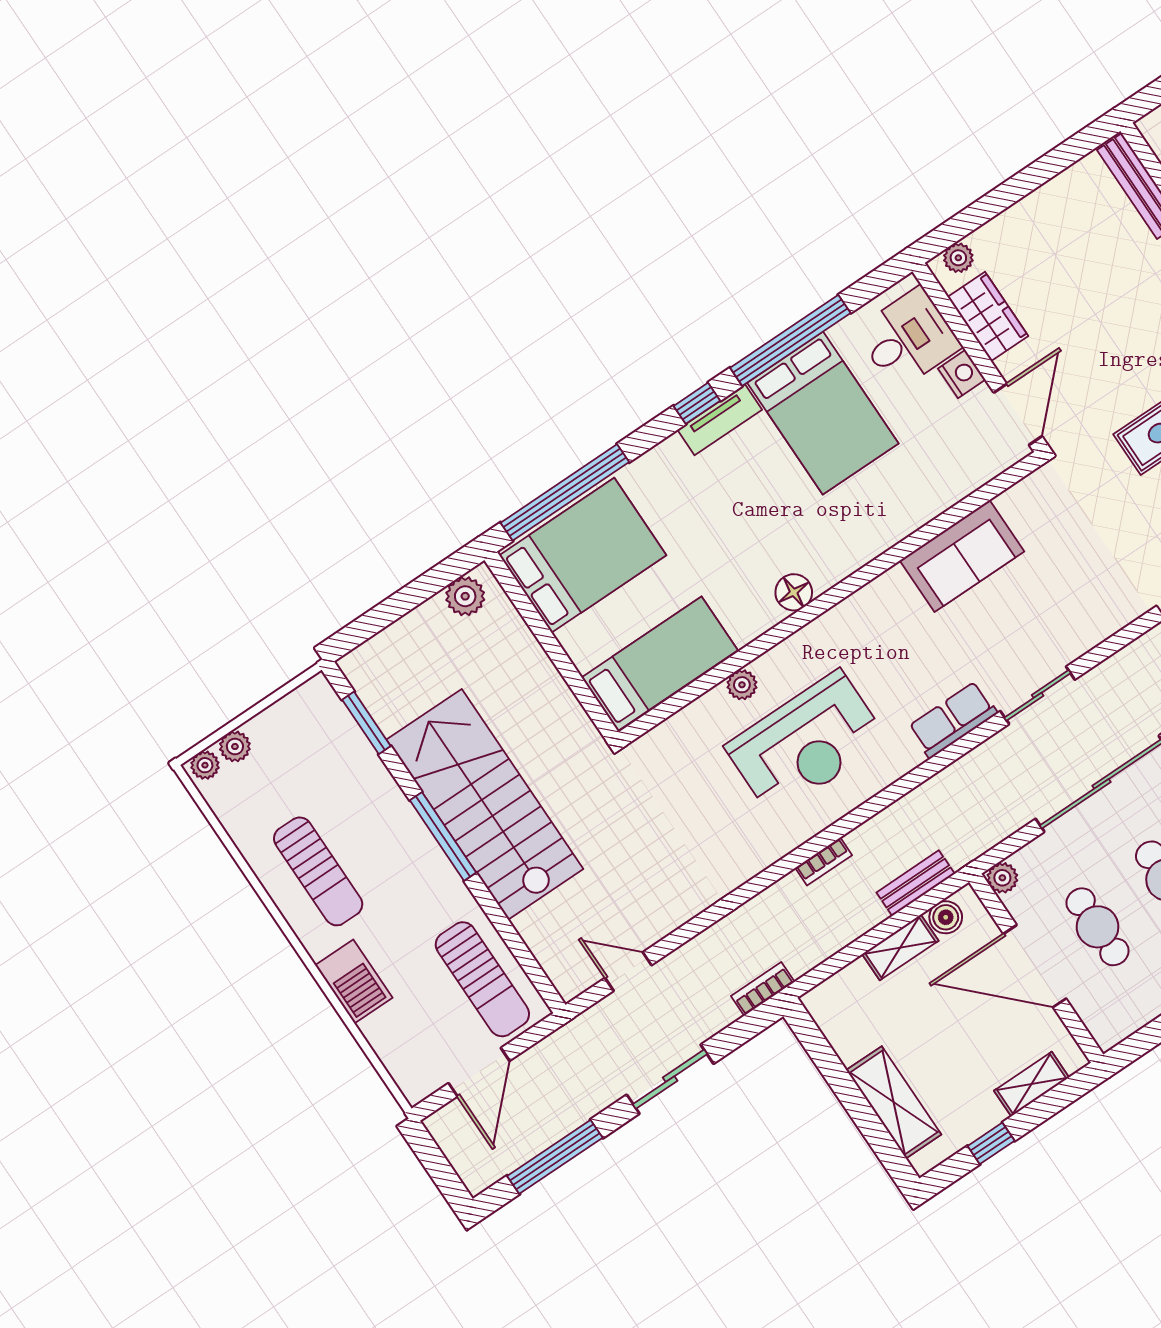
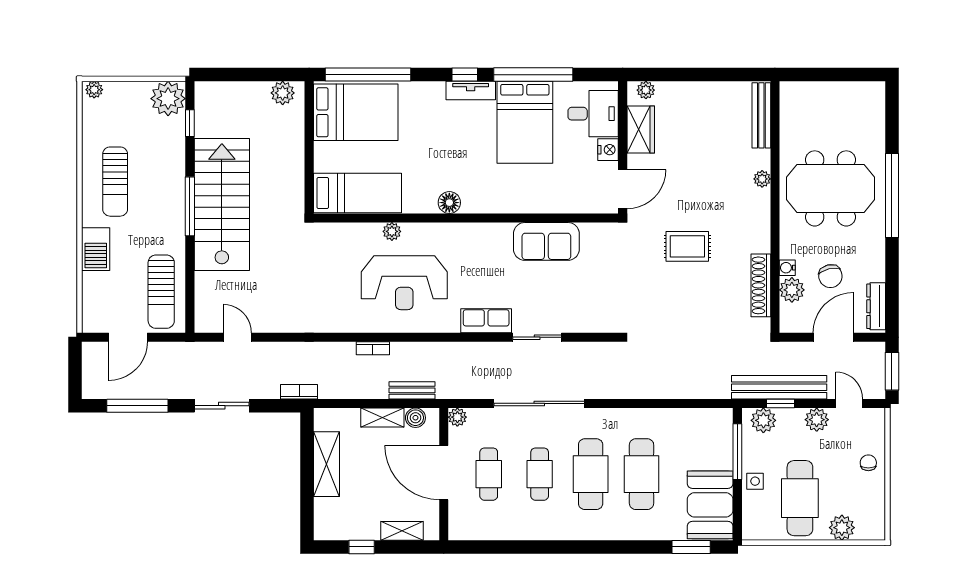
window: (366, 723) -> (190, 123), width x0.67
plant: (235, 746) -> (168, 99), moved, width x1.87, depth x1.87
shelving: (894, 1102) -> (326, 464), moved

